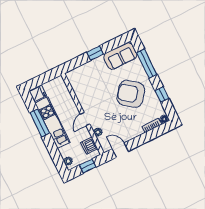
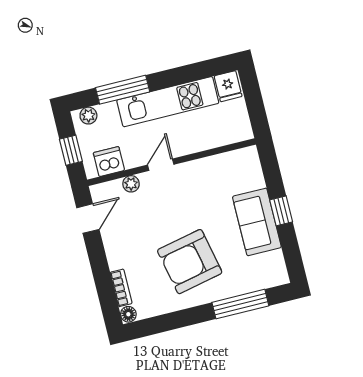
sofa: (120, 56) -> (257, 222), moved
armchair: (131, 94) -> (190, 262), turned -140
window: (162, 94) -> (176, 320), removed
door: (85, 119) -> (161, 165), hinge flipped
window: (40, 123) -> (123, 90), moved

